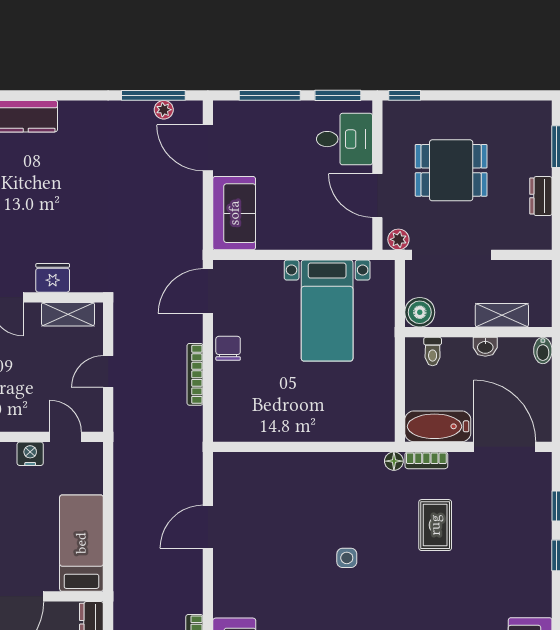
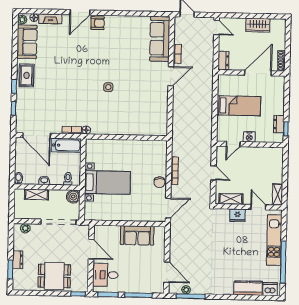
dining table: (451, 170) -> (54, 276), moved
dresser: (541, 196) -> (18, 260), moved
sofa: (234, 213) -> (137, 235), moved, turned -90
plant: (398, 239) -> (25, 228), moved
bed with nightstands: (327, 311) -> (107, 182), moved, turned 90
door: (108, 372) -> (213, 173), hinge flipped
door: (66, 437) -> (233, 144), hinge flipped
rug: (435, 525) -> (27, 75), moved
door: (208, 527) -> (171, 76), moved
bed: (81, 543) -> (239, 106), moved, turned -90

